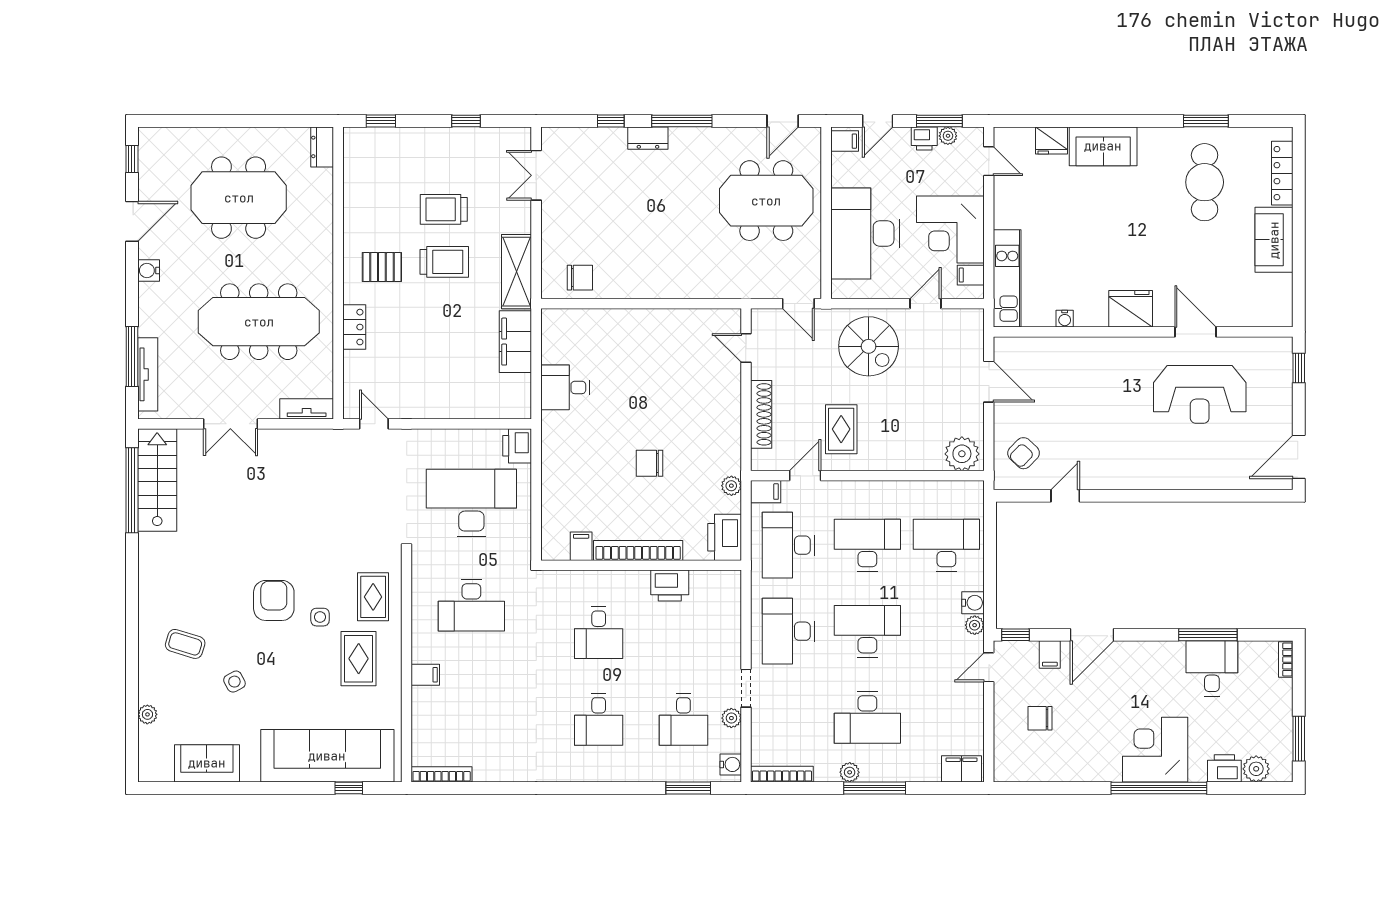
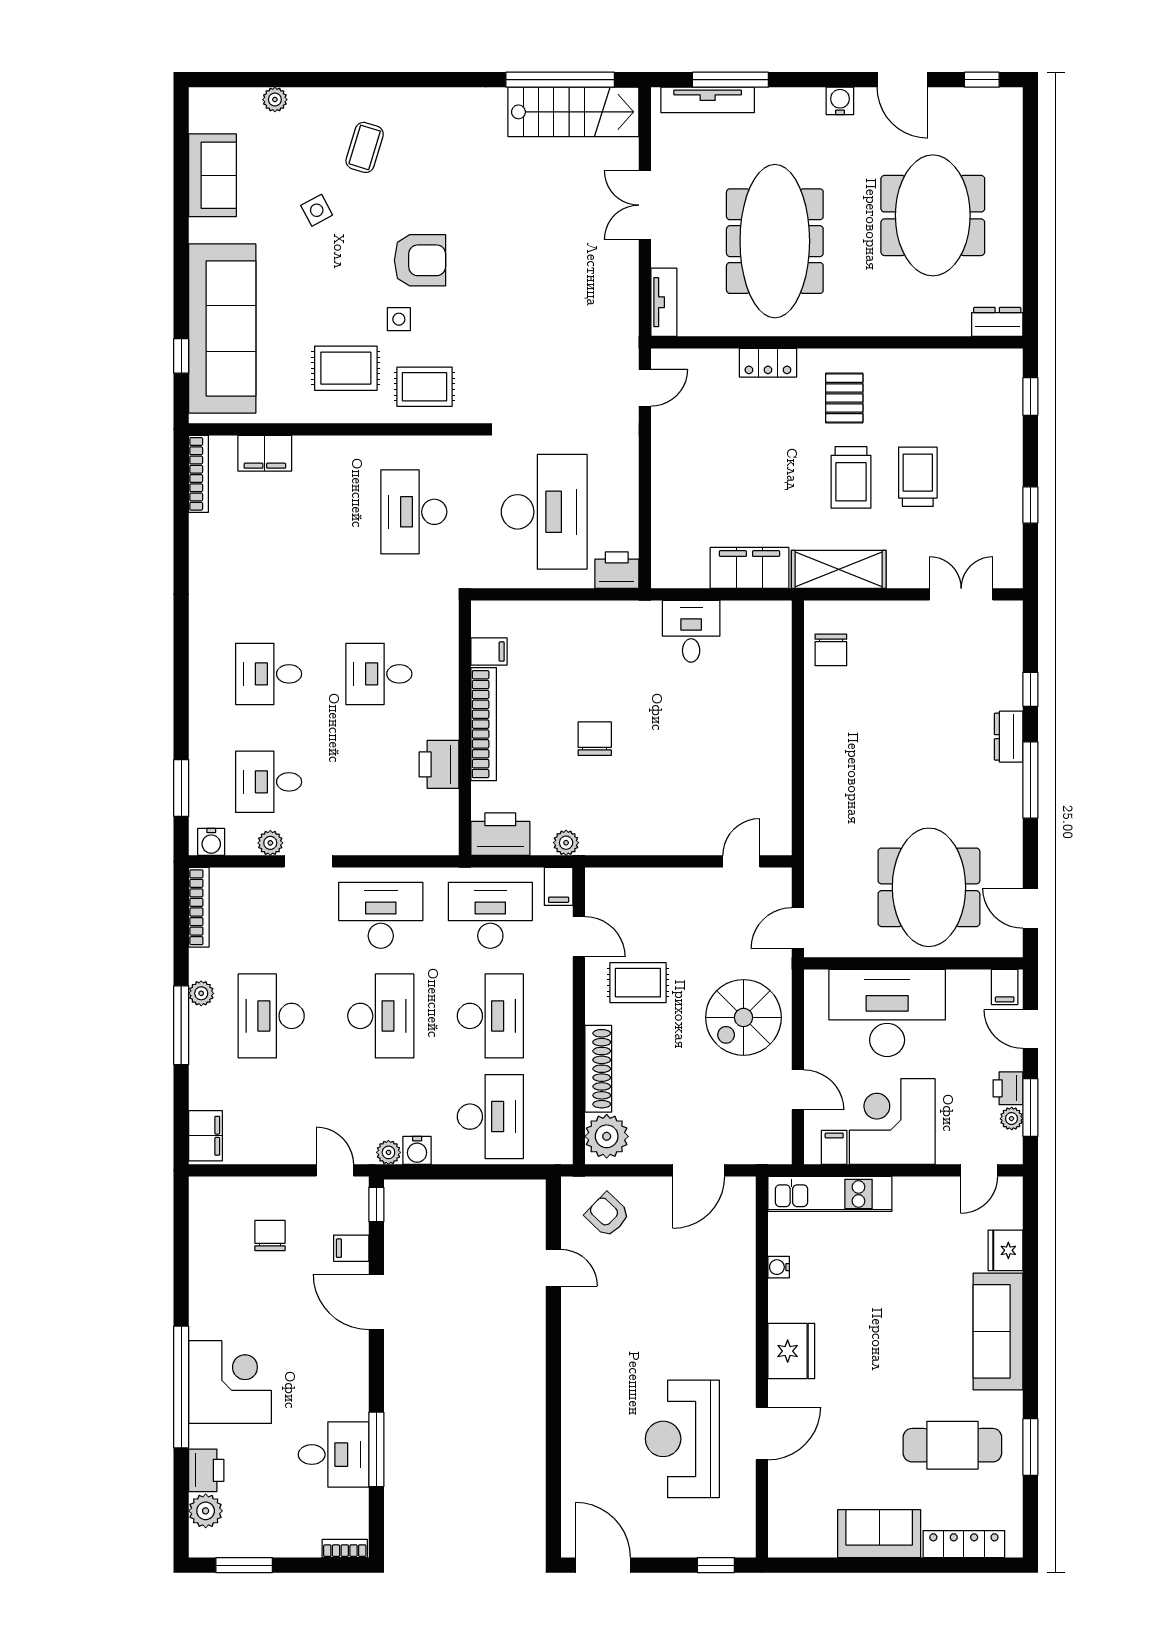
sofa: (1103, 146) -> (998, 1331), width x1.36
shoe rack: (761, 414) -> (598, 1069), moved, turned -90
filing cabinet: (425, 675) -> (265, 453), moved, width x2.00

